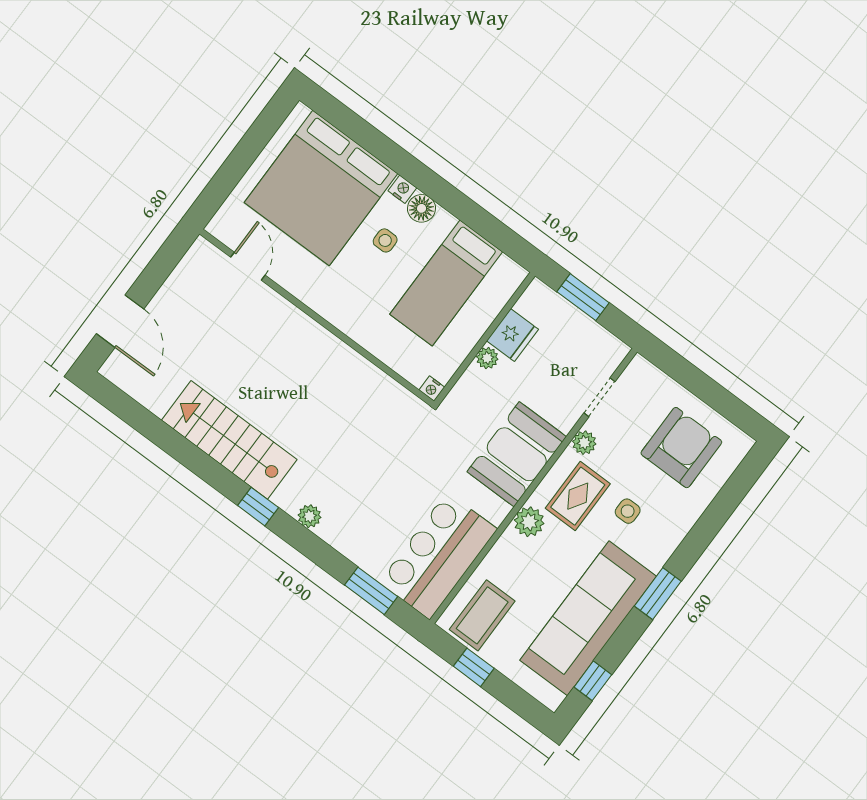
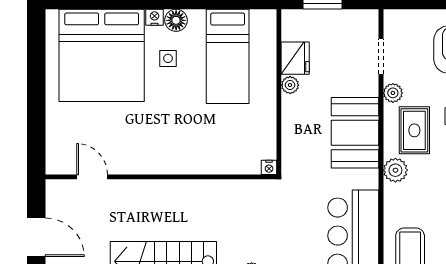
door: (248, 266) -> (92, 177), moved
wall: (317, 318) -> (161, 177), moved
nightstand: (432, 389) -> (269, 167), moved

